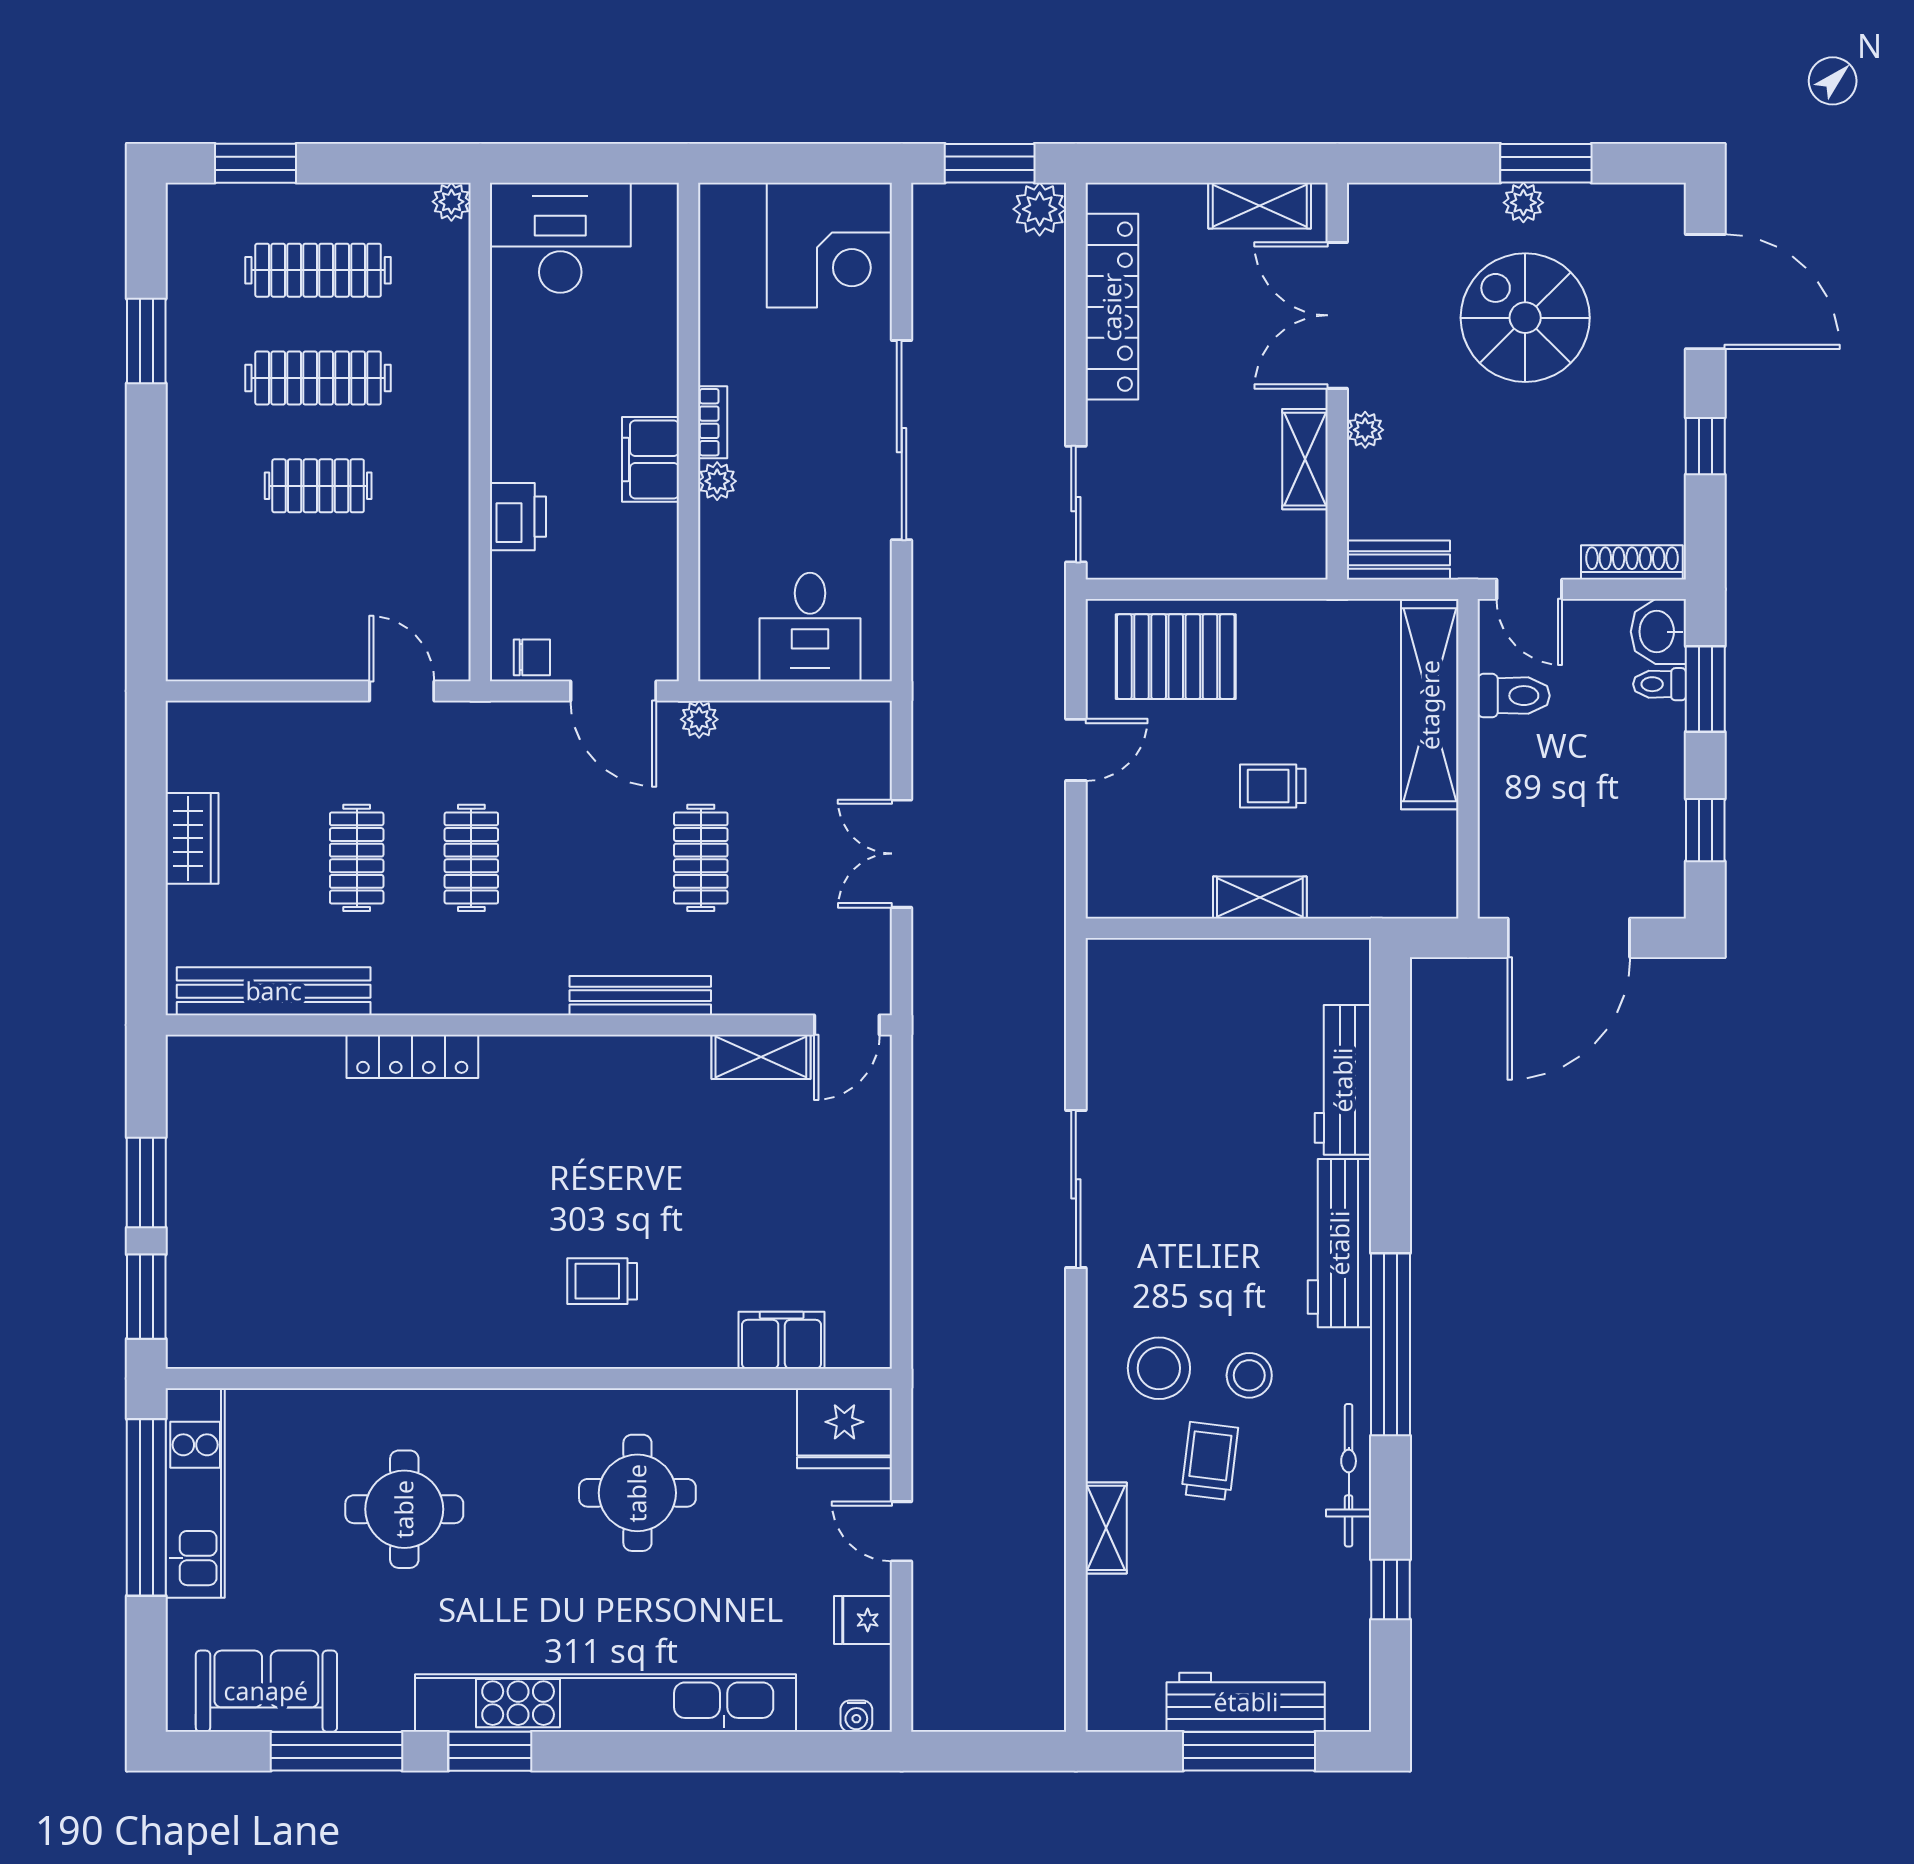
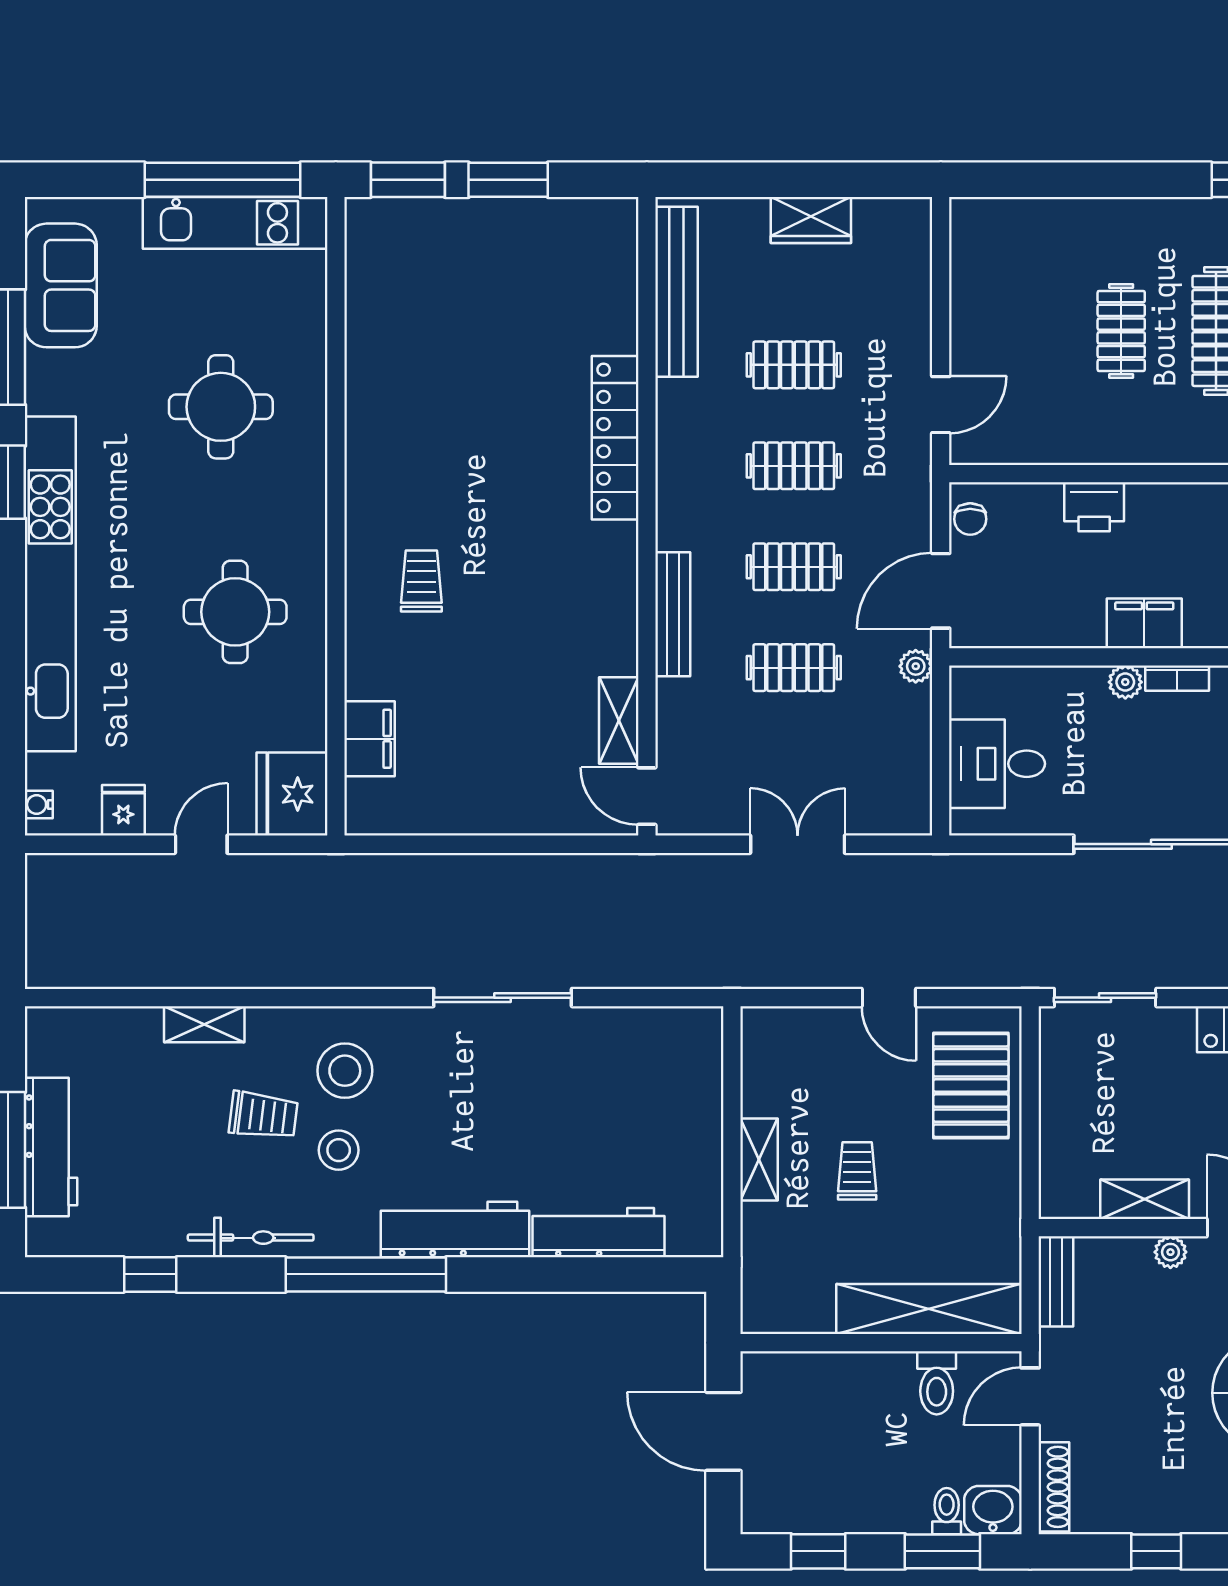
clothes rail: (586, 858) -> (794, 567), added
door: (1569, 938) -> (723, 1431), width x0.73
locker: (412, 1056) -> (615, 438), width x1.41, depth x1.21

